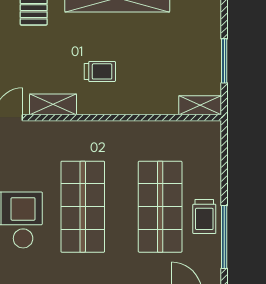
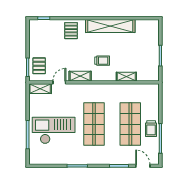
shelving: (200, 105) -> (126, 77), moved

